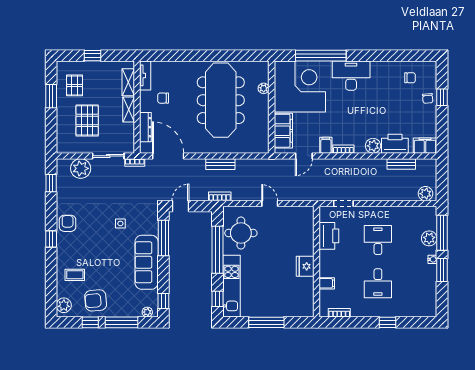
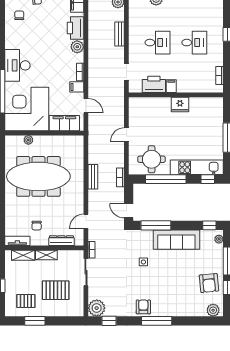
door: (168, 156) -> (86, 221), width x0.53
bench: (401, 164) -> (120, 34), moved
plant: (81, 168) -> (97, 308), moved
armchair: (68, 223) -> (143, 307), turned 90
window: (51, 239) -> (157, 321), width x2.17
desk: (378, 240) -> (157, 43), turned 180
coffee table: (75, 275) -> (187, 301), removed
filing cabinet: (327, 283) -> (171, 86), moved

